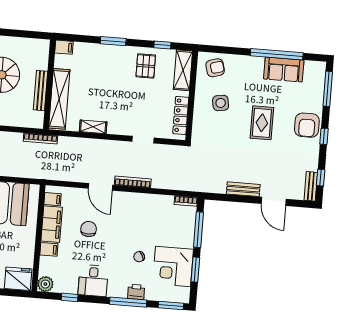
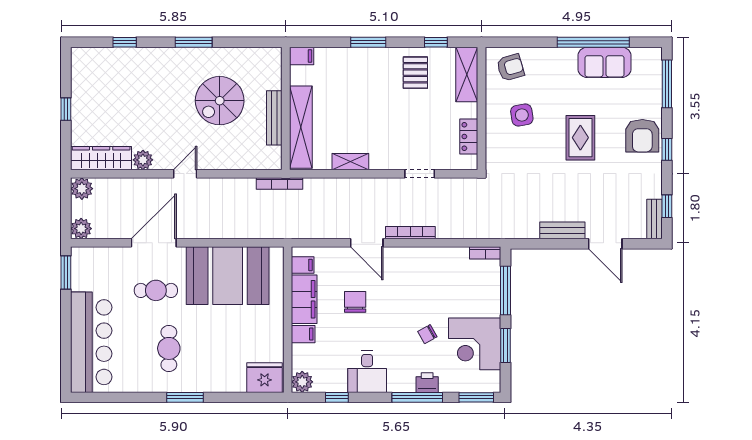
locker: (181, 115) -> (469, 136), width x0.66

